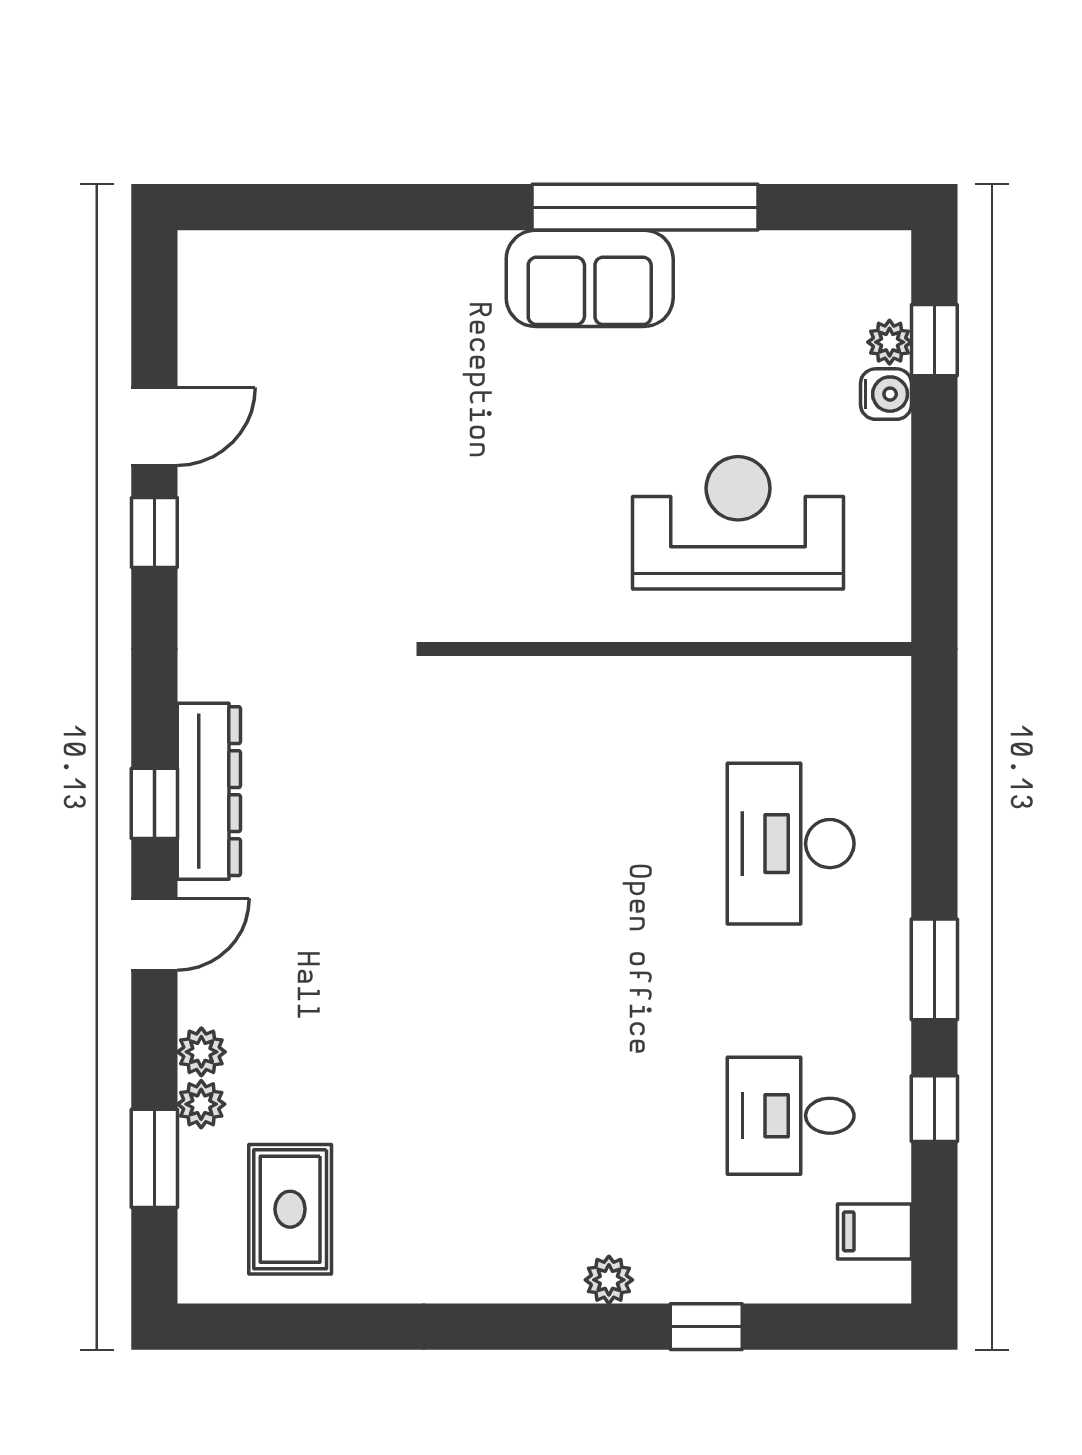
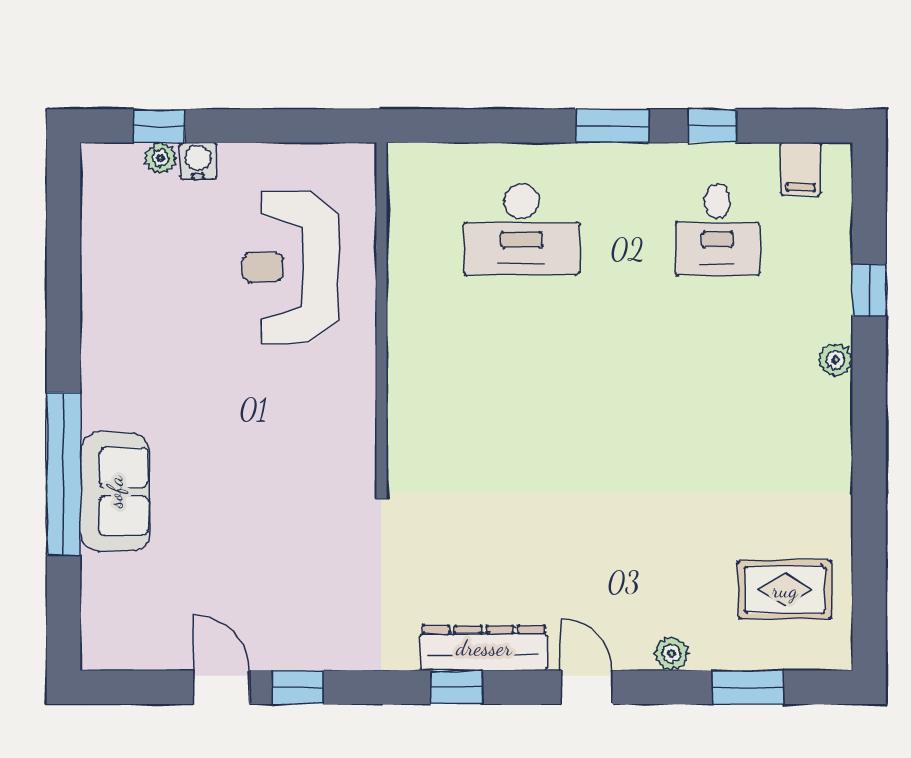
window: (645, 207) -> (64, 474), moved
sofa: (590, 278) -> (115, 492), moved
window: (154, 803) -> (457, 687), moved
plant: (201, 1104) -> (709, 654), removed

